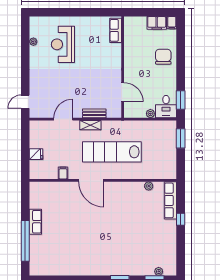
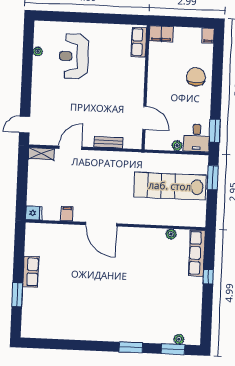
filing cabinet: (157, 23) -> (161, 34), moved
shelving: (90, 125) -> (41, 154), moved
lab bench: (112, 152) -> (170, 186), moved
fridge: (36, 154) -> (34, 213), moved
window: (25, 241) -> (17, 295), width x0.47

